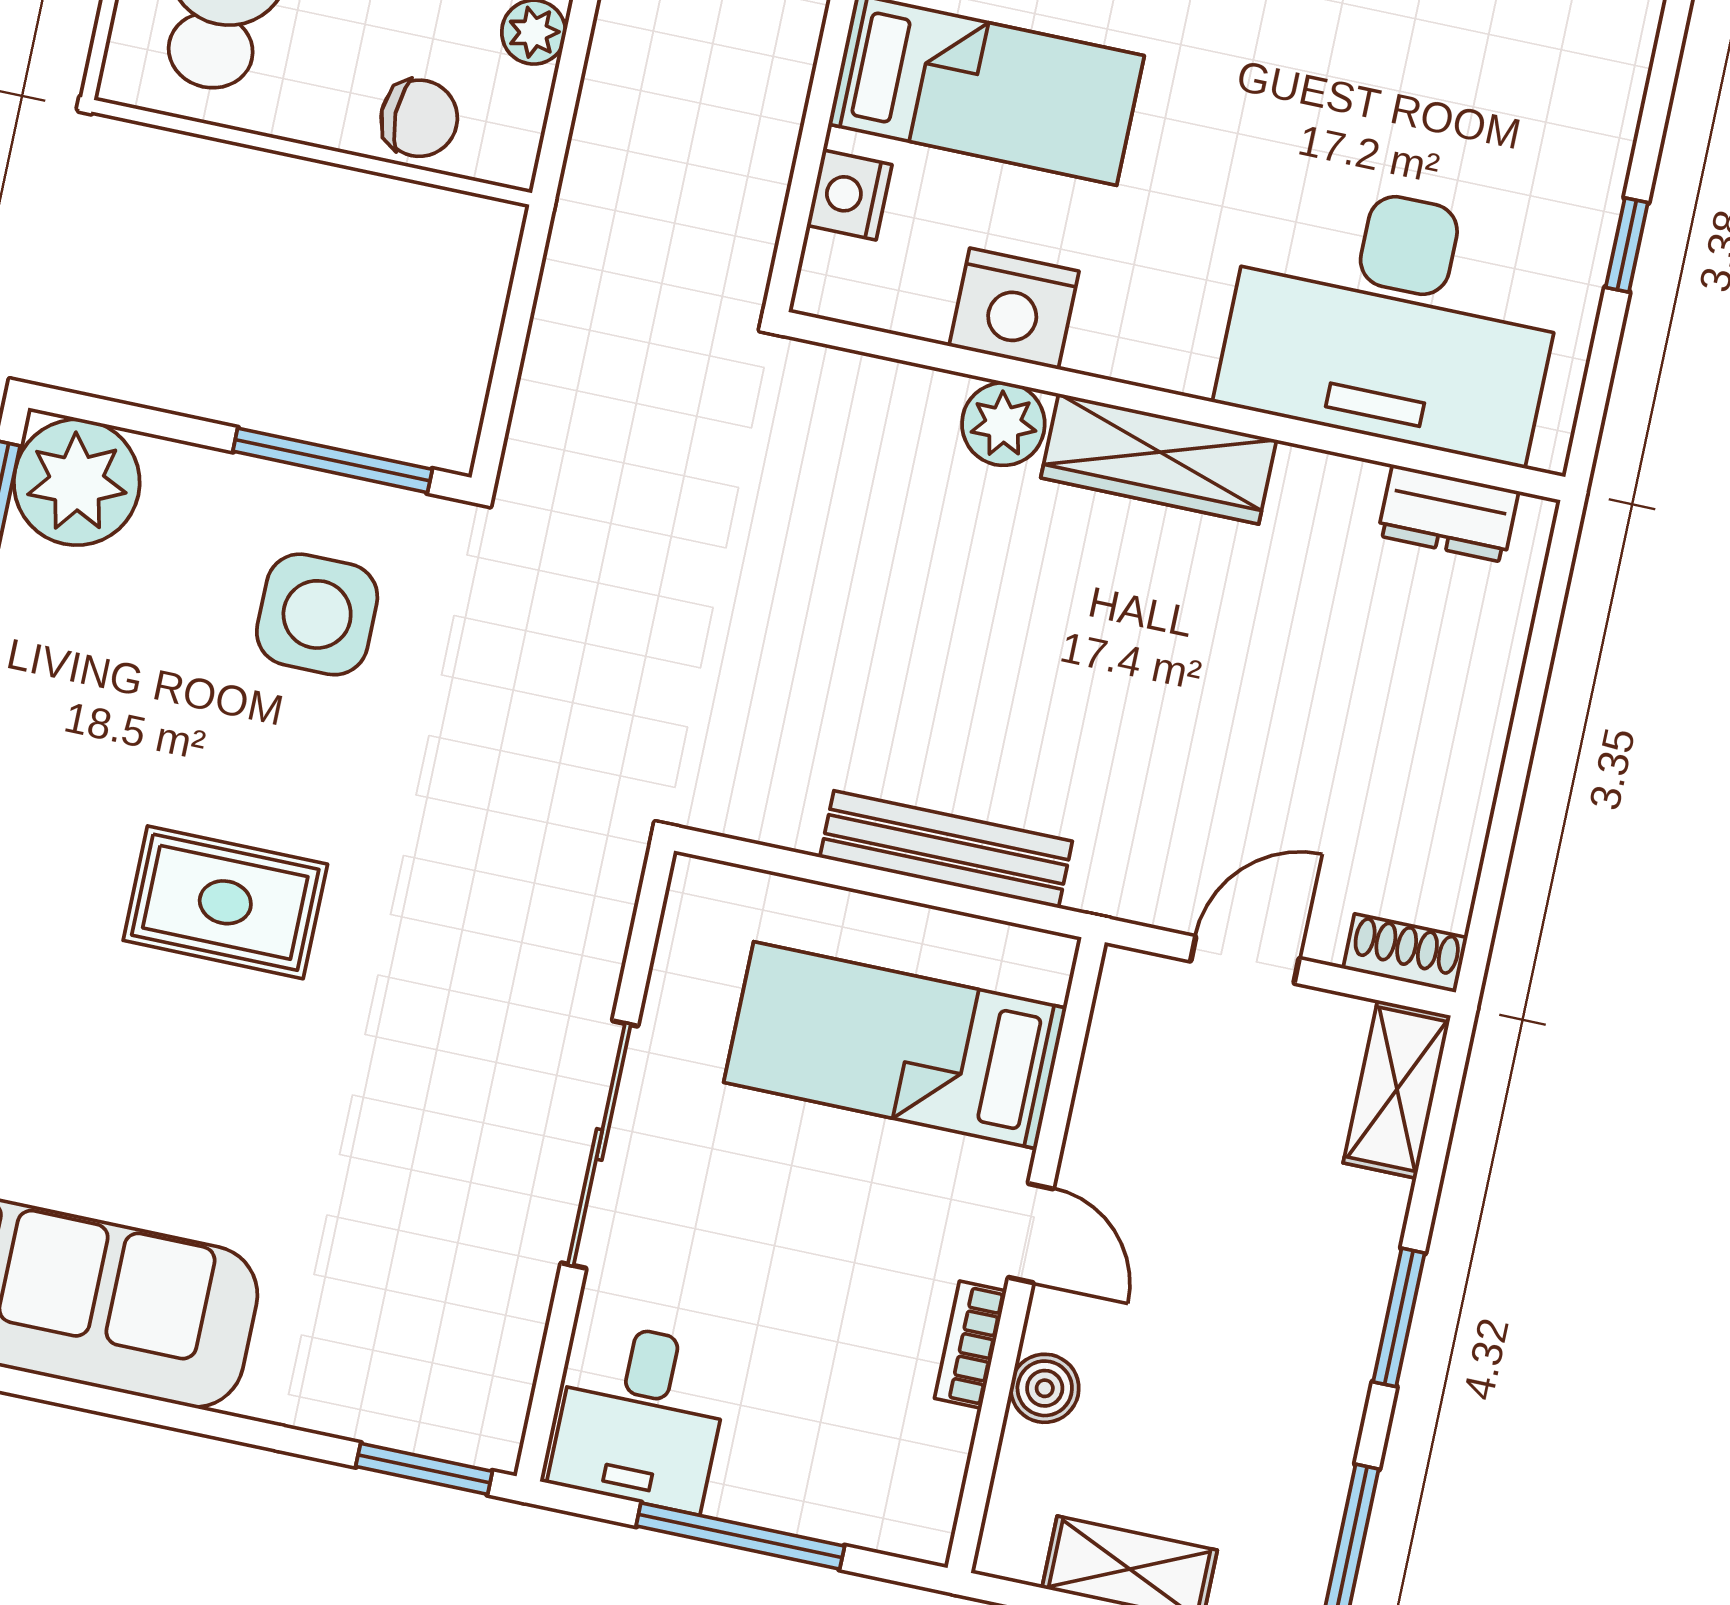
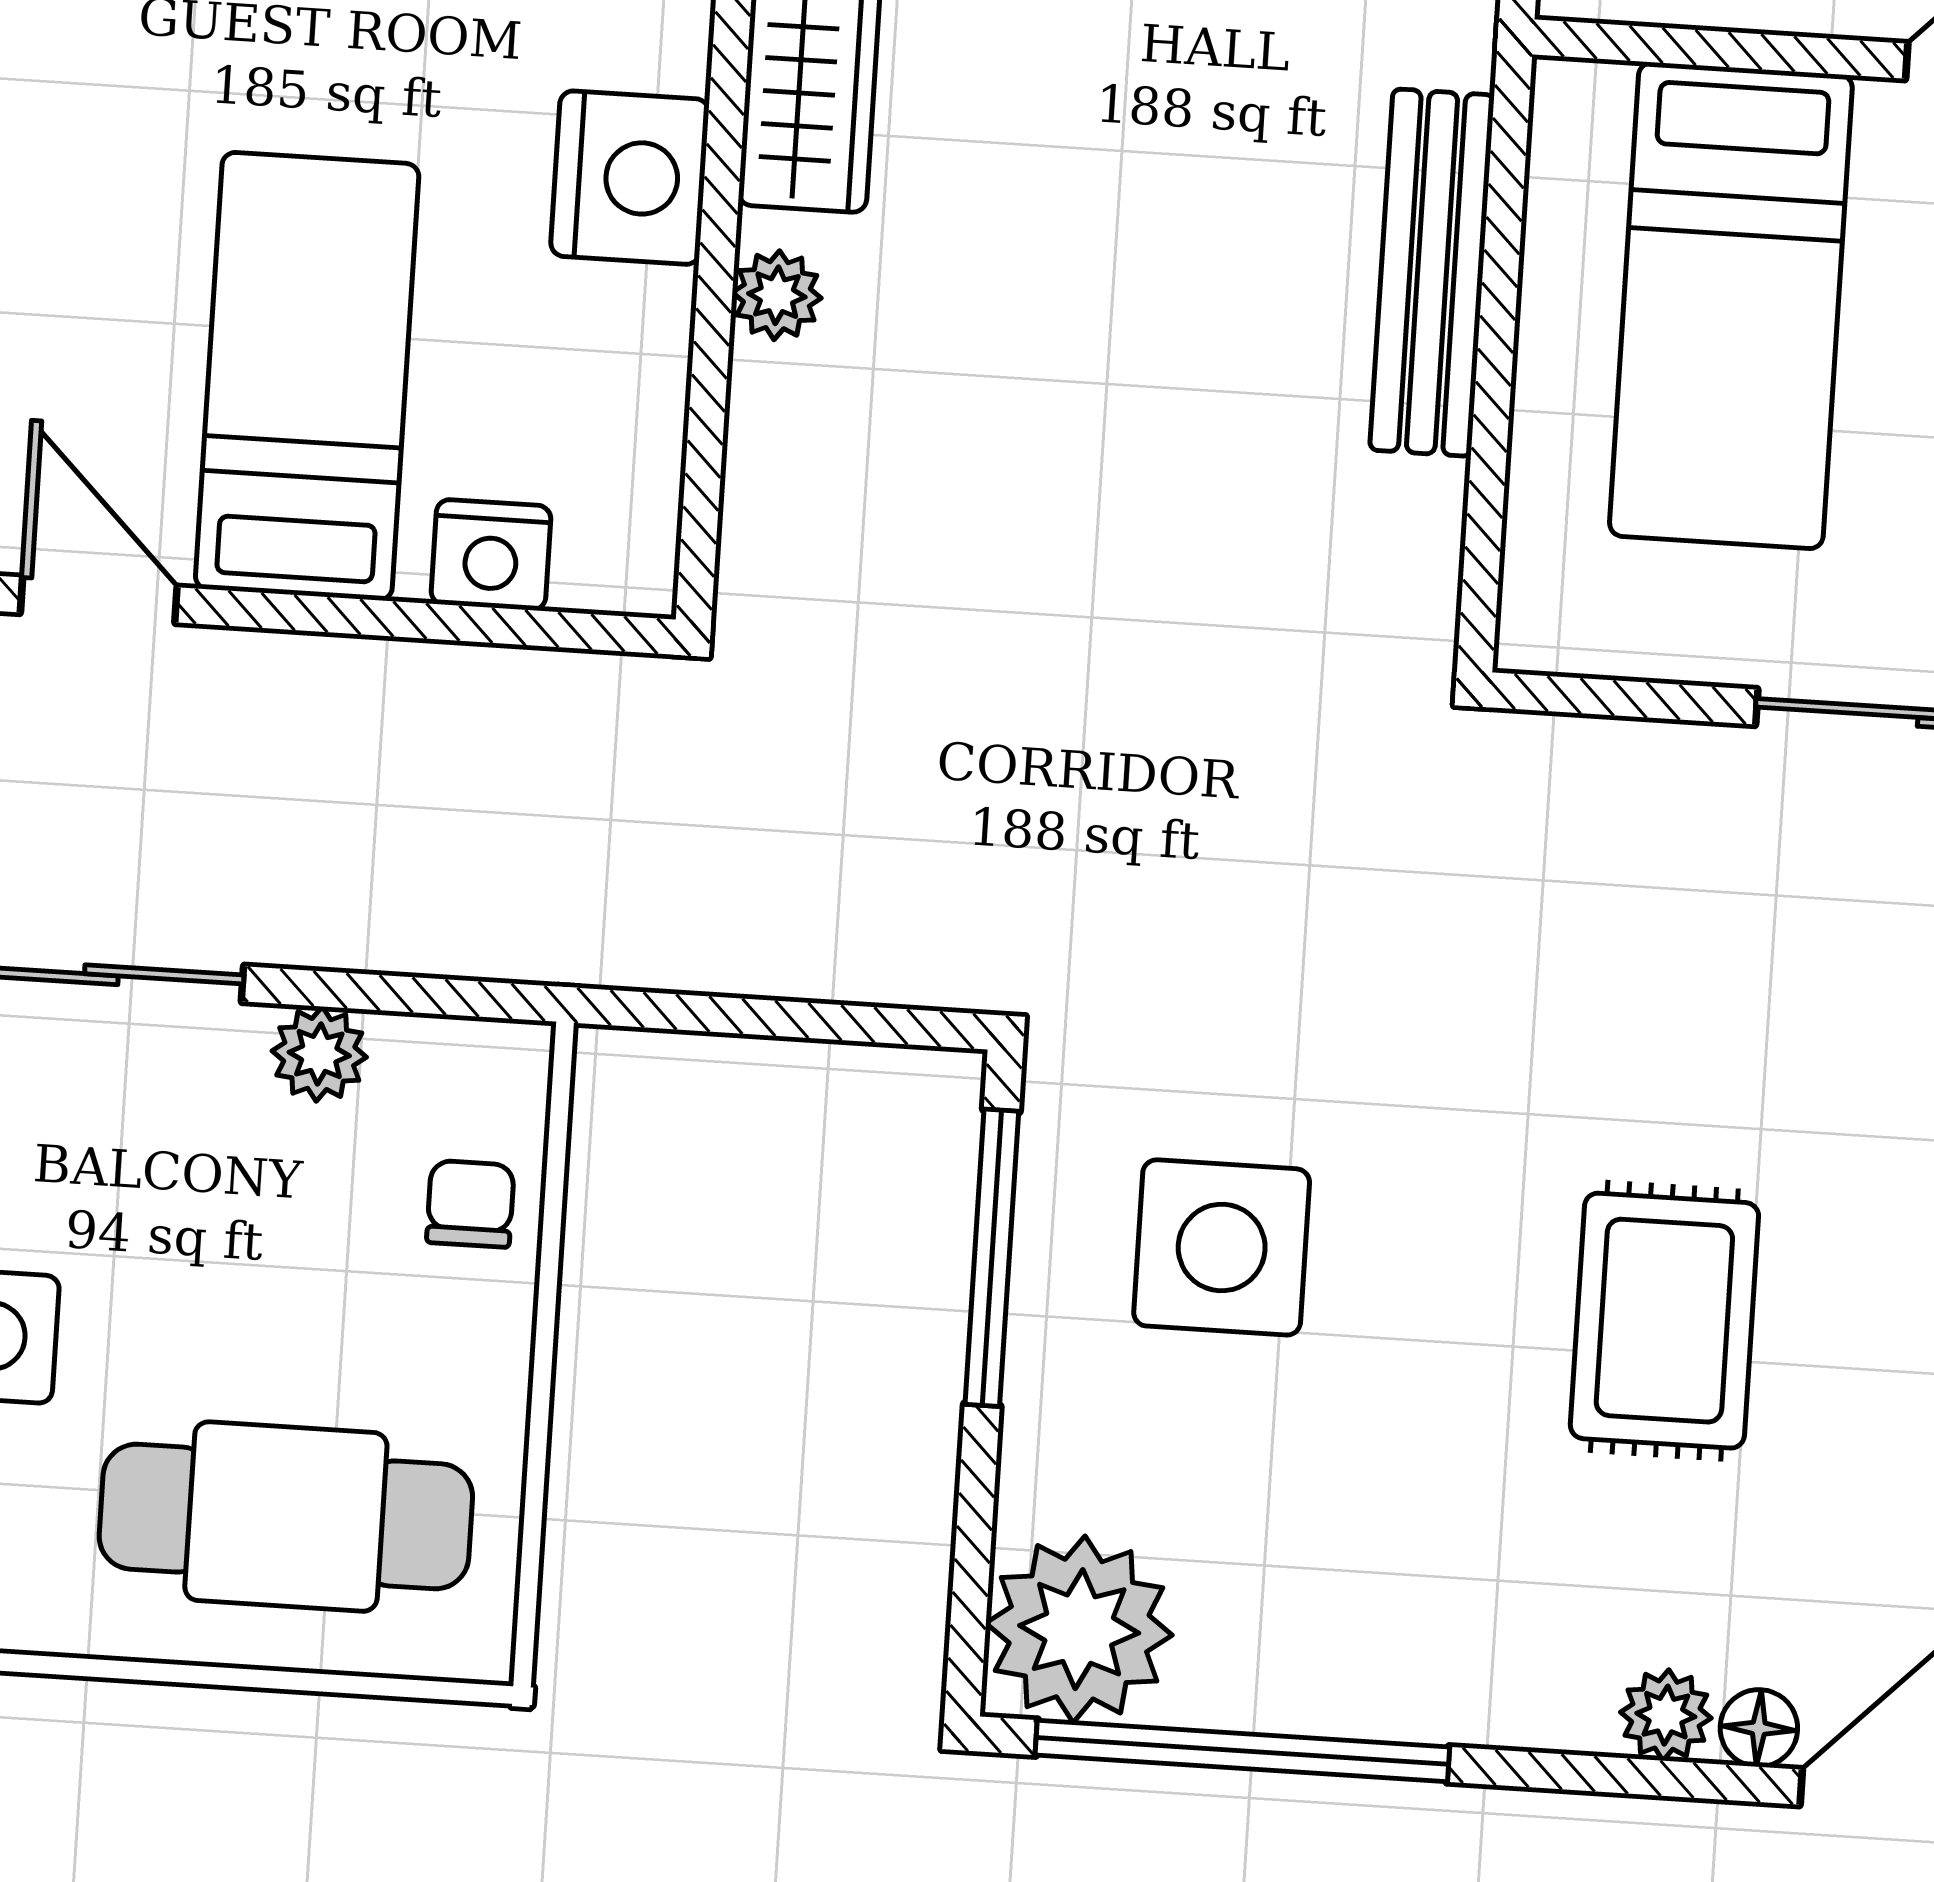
chair: (419, 118) -> (470, 1204), width x0.73, depth x0.73
nightstand: (1014, 309) -> (630, 178), moved
plant: (1003, 424) -> (777, 295), width x0.73, depth x0.73

